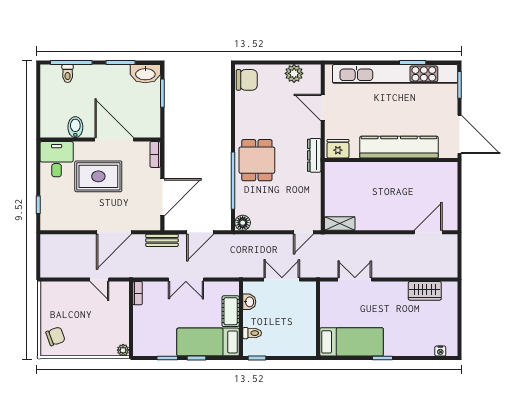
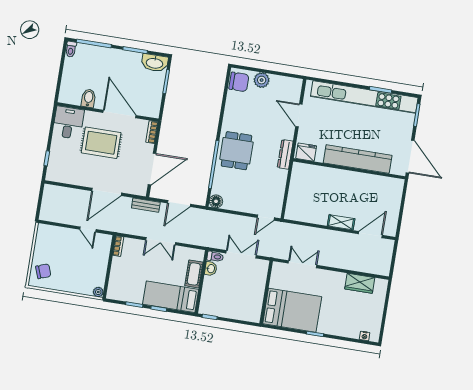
toilet: (68, 73) -> (71, 49), moved
plant: (294, 73) -> (262, 80), moved
shelving: (340, 224) -> (341, 222), moved
toilet: (252, 333) -> (215, 257), moved
bed: (352, 342) -> (292, 310), width x1.50

